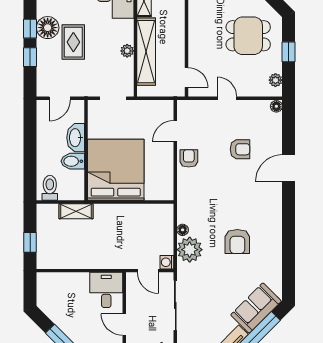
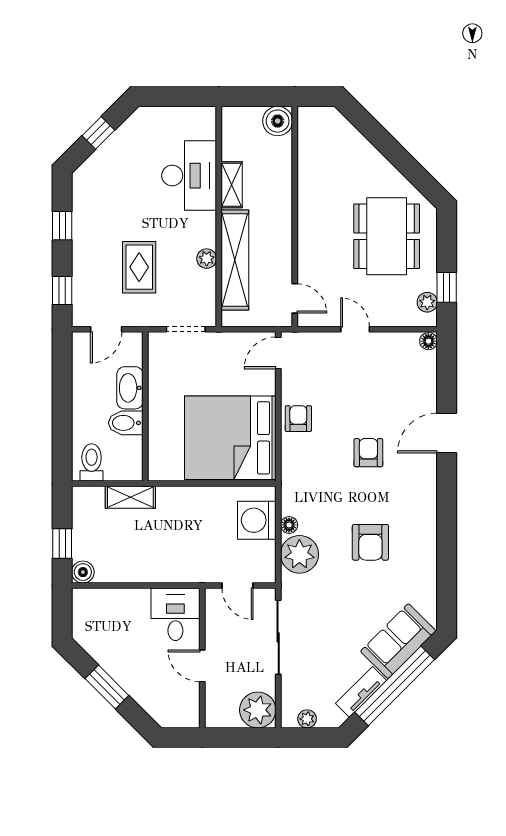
floor lamp: (48, 28) -> (88, 224), removed
dining table: (248, 36) -> (387, 236), width x1.38
rug: (73, 42) -> (139, 267), moved
window: (289, 52) -> (447, 287), moved
window: (30, 57) -> (62, 291), moved
door: (175, 131) -> (278, 353), moved
armchair: (240, 149) -> (368, 453), moved, turned -90
bed: (116, 170) -> (230, 438), moved, turned -90
boiler: (44, 262) -> (83, 572), added
washing machine: (167, 262) -> (257, 520), moved, width x1.89, depth x1.89

